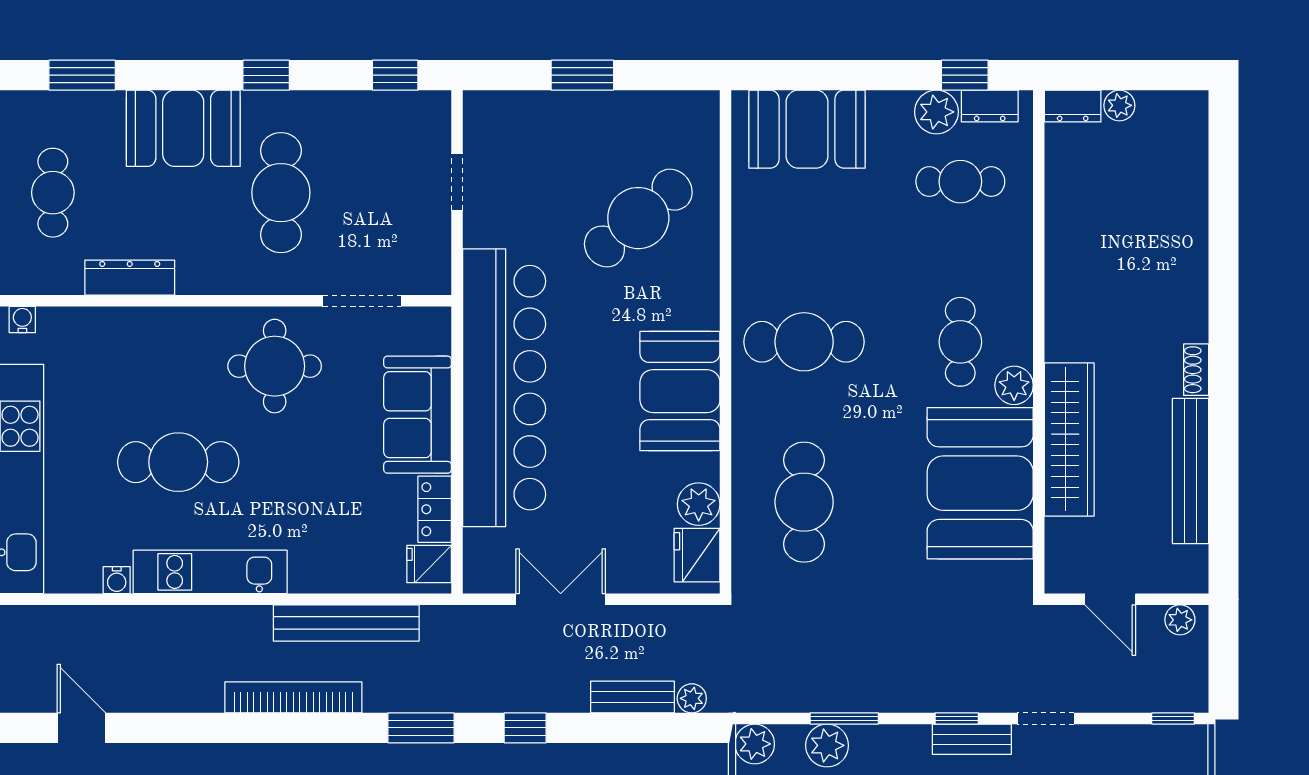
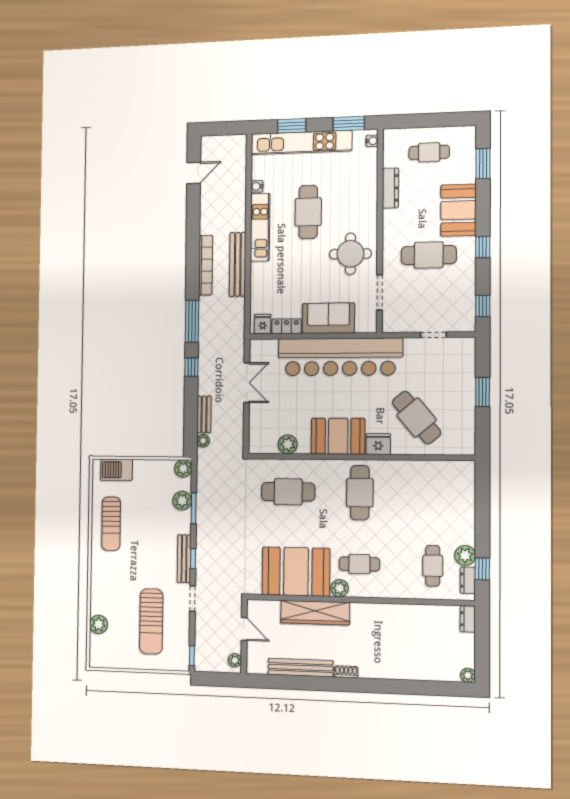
plant: (1119, 105) -> (468, 675), moved
booth: (807, 129) -> (457, 495), removed
fridge: (697, 555) -> (378, 444), moved
door: (1110, 599) -> (244, 629), swing flipped
bench: (346, 623) -> (238, 264), moved
window: (421, 728) -> (192, 321), width x1.44
bench: (972, 739) -> (184, 559), width x1.36

